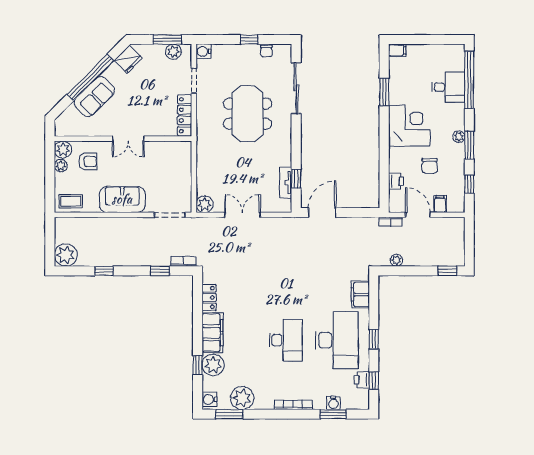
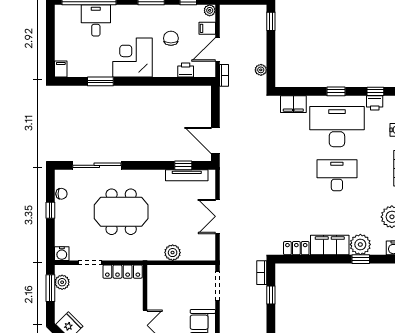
plant: (459, 137) -> (210, 10), moved
chair: (430, 166) -> (171, 38), turned -90
tv unit: (286, 183) -> (187, 175), width x1.41
plant: (205, 204) -> (173, 253), moved

